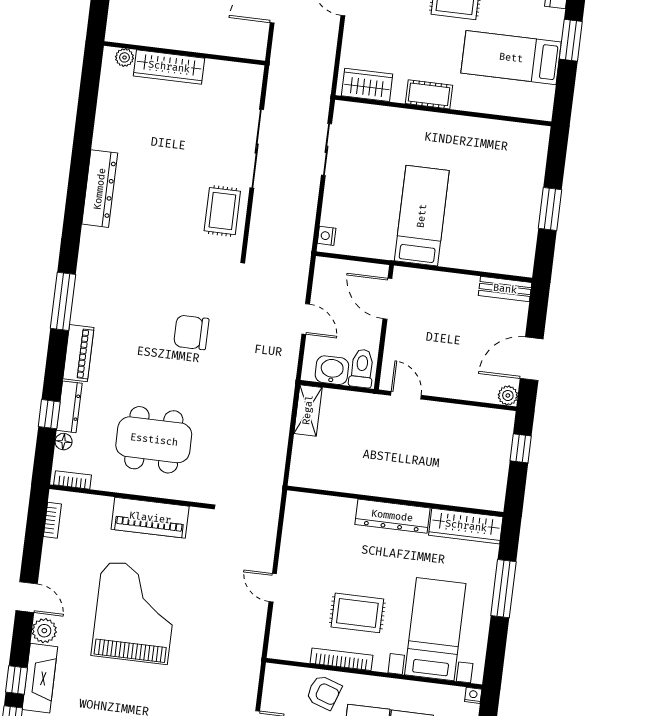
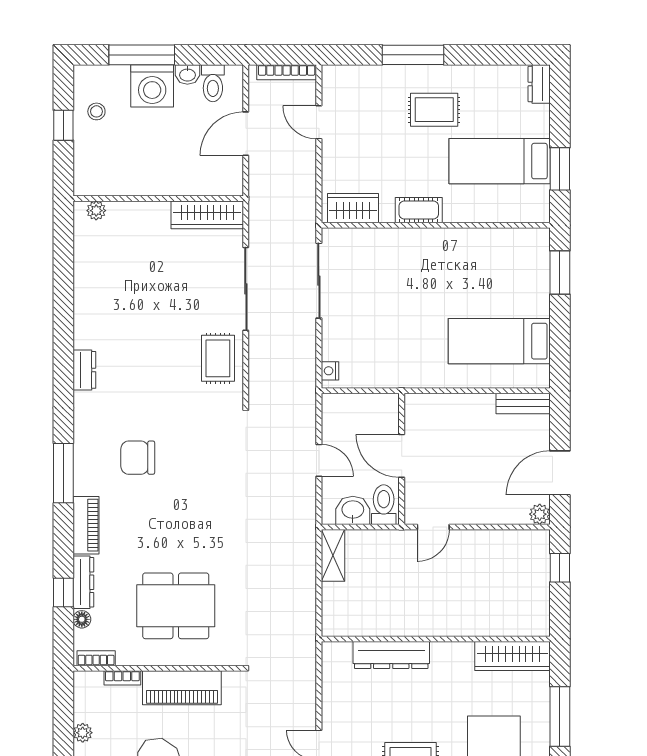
window: (571, 40) -> (560, 169), moved
wardrobe: (169, 67) -> (207, 215), moved
sliding door: (327, 149) -> (319, 281), width x1.37
dresser: (100, 189) -> (84, 370), width x0.51, depth x0.80
window: (550, 209) -> (560, 272), moved
bed: (422, 216) -> (499, 341), moved, turned -90
door: (387, 299) -> (402, 456), moved
chair: (191, 332) -> (138, 458), moved
door: (406, 395) -> (433, 527), swing flipped
dresser: (392, 516) -> (391, 655), moved
bookcase: (52, 520) -> (122, 678), moved, turned 90
plant: (51, 549) -> (83, 733), added

